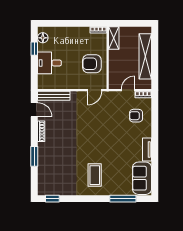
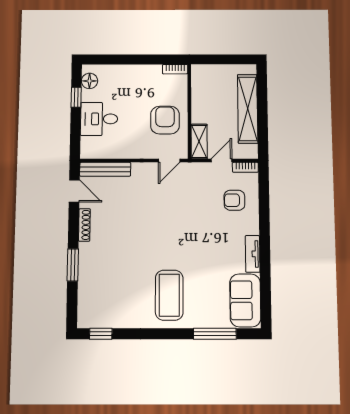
shelving: (114, 38) -> (199, 141), moved
armchair: (92, 64) -> (165, 120), turned 90
coffee table: (95, 175) -> (169, 295), width x1.36, depth x1.32

